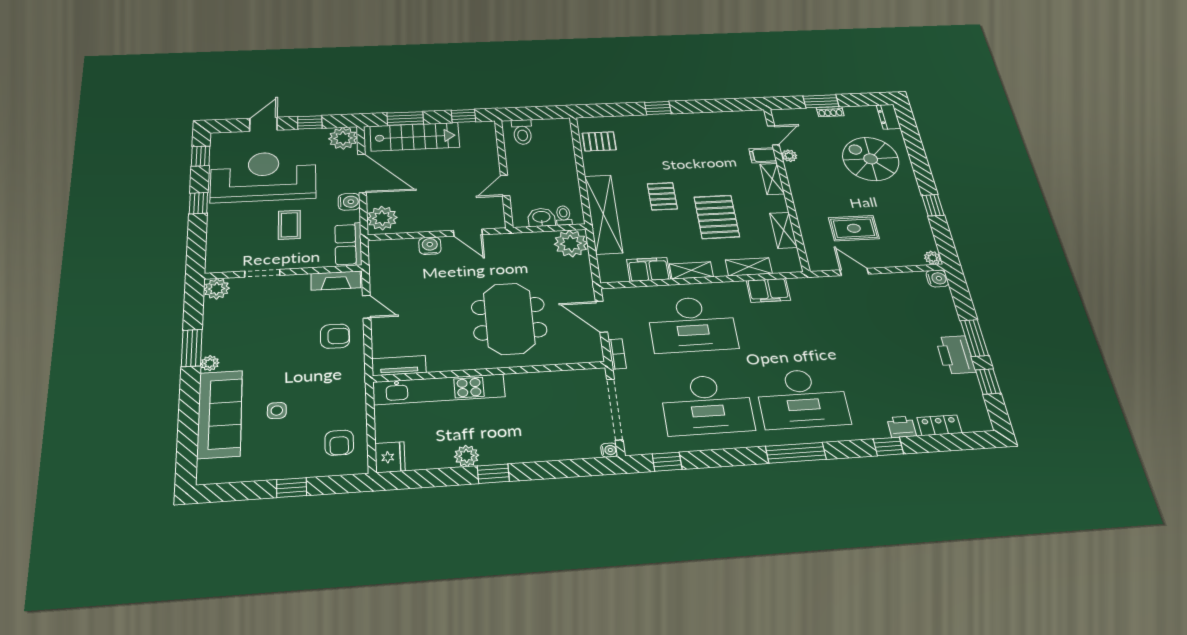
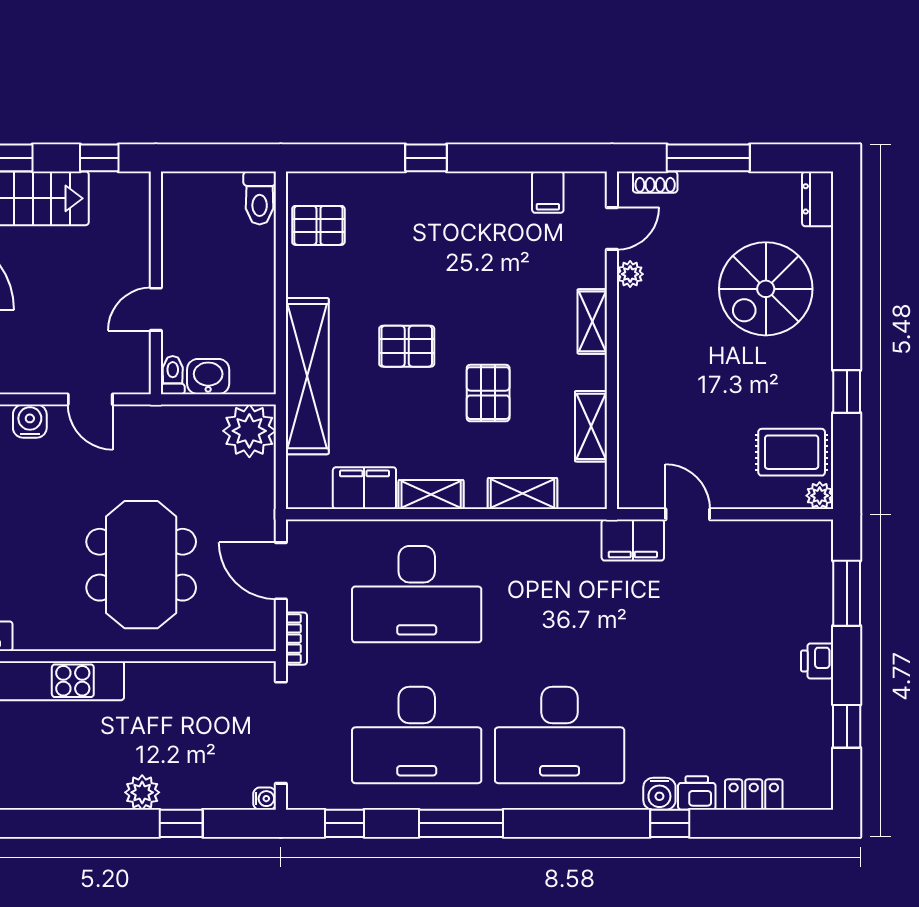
window: (821, 101) -> (708, 158), width x1.44
shoe rack: (830, 112) -> (655, 182), moved
toilet: (522, 132) -> (260, 198), moved
filing cabinet: (763, 155) -> (548, 192), moved, turned -90
spiral stairs: (871, 159) -> (766, 289), turned -90
pallet: (662, 196) -> (407, 346), turned 90
toilet: (564, 215) -> (173, 375), moved
pallet: (717, 217) -> (488, 393), width x0.67, depth x0.71
rug: (854, 228) -> (792, 452), moved
water cooler: (937, 278) -> (659, 794), moved, turned 90
filing cabinet: (768, 290) -> (633, 540), moved
window: (974, 338) -> (847, 593), moved
printer: (956, 355) -> (817, 661), width x0.53, depth x0.68
window: (796, 453) -> (461, 823), moved
plant: (466, 456) -> (142, 792), moved
window: (493, 474) -> (181, 823), moved

